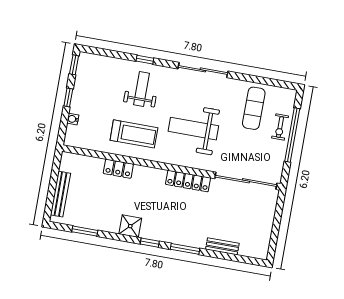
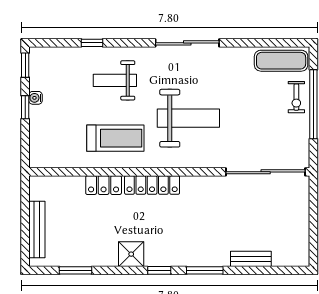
window: (145, 60) -> (92, 43), moved
weight bench: (142, 89) -> (115, 80), turned -90
exercise mat: (254, 108) -> (281, 61), moved, turned 90
water cooler: (73, 119) -> (36, 98), moved
weight bench: (193, 129) -> (188, 118), turned 180
locker: (188, 181) -> (152, 185), moved

